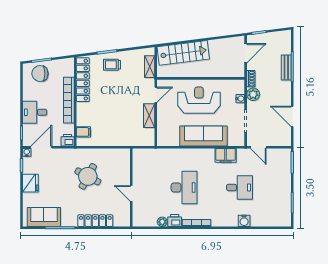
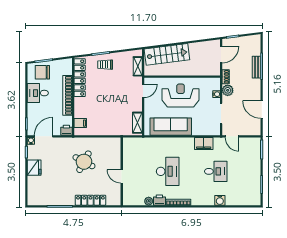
desk: (35, 112) -> (38, 93), moved
shelving: (149, 116) -> (137, 123), moved
sofa: (204, 136) -> (171, 127), moved
sofa: (44, 217) -> (46, 197), removed

